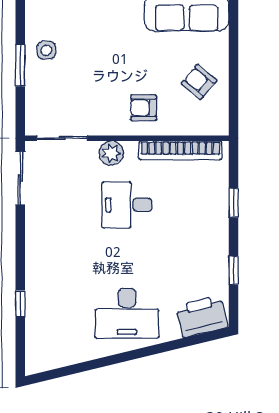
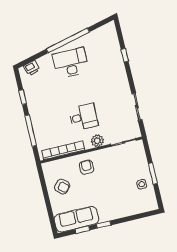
armchair: (144, 108) -> (87, 167), turned -90
sliding door: (20, 178) -> (137, 107), moved
window: (234, 203) -> (31, 131), width x2.17
printer: (202, 316) -> (32, 68), width x0.53, depth x0.68
window: (122, 358) -> (68, 40), added

